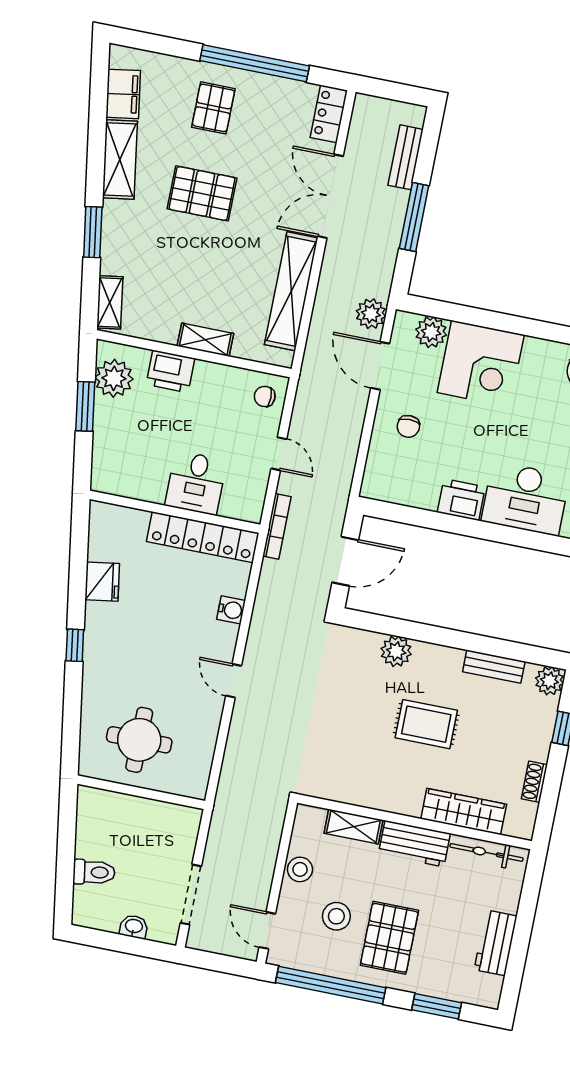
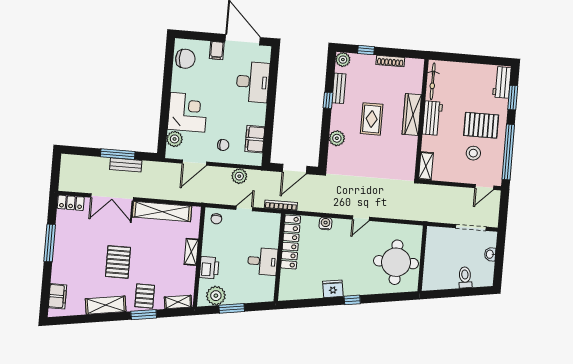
window: (255, 63) -> (50, 243), width x0.68
filing cabinet: (123, 94) -> (57, 296), moved, turned 99
pallet: (213, 108) -> (145, 296), moved, turned 90
bench: (406, 157) -> (126, 165), moved
plant: (371, 314) -> (239, 176), moved
desk: (196, 483) -> (263, 261), moved
filing cabinet: (413, 490) -> (255, 139), added
printer: (461, 500) -> (257, 114), removed
door: (345, 561) -> (295, 169), swing flipped
fridge: (102, 582) -> (333, 289), moved
window: (473, 642) -> (328, 100), added
round table: (139, 740) -> (396, 262), width x1.36, depth x1.36
shoe rack: (534, 782) -> (390, 61), width x1.43
wardrobe: (464, 812) -> (412, 114), moved
shelving: (353, 827) -> (426, 166), moved
stool: (300, 869) -> (452, 174), removed
workbench: (496, 943) -> (502, 82), moved, turned 90

